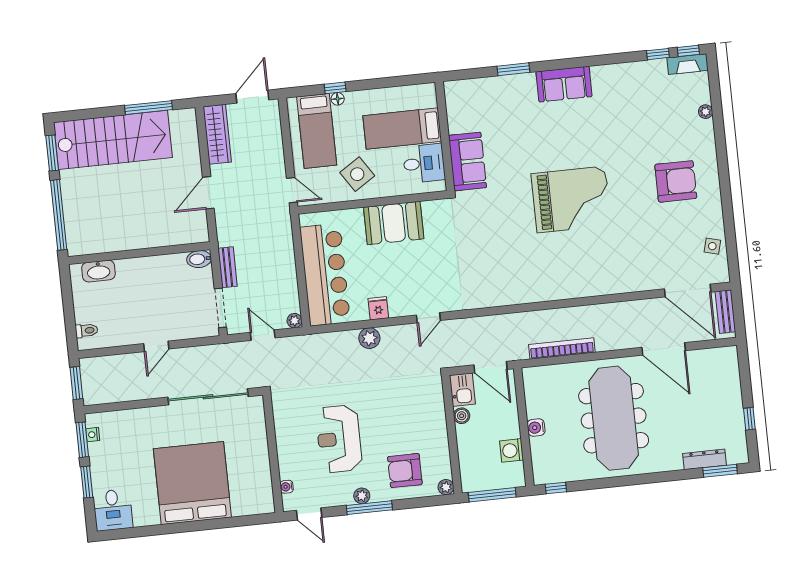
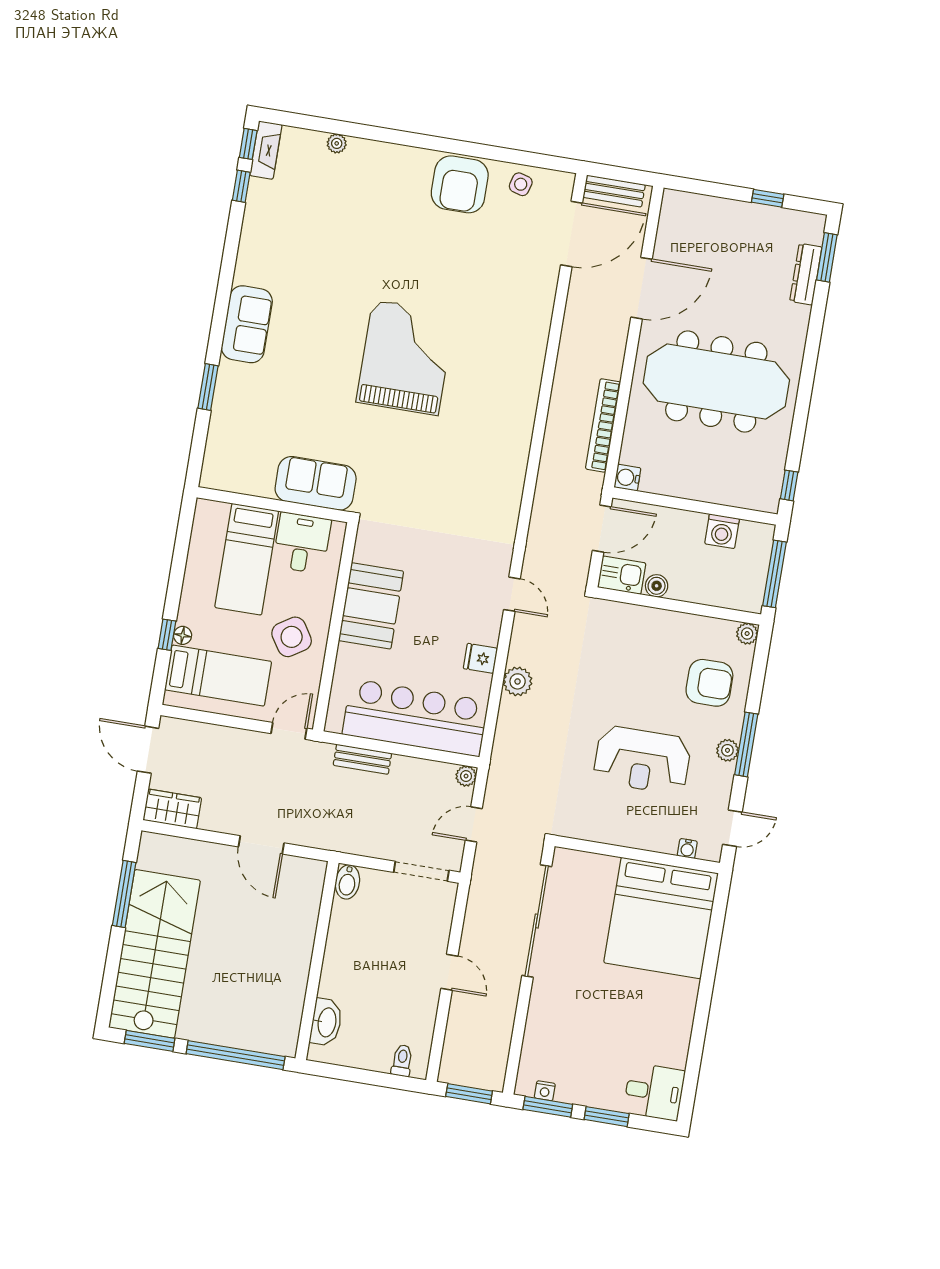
wardrobe: (217, 134) -> (172, 809), width x0.67
armchair: (676, 181) -> (460, 184), moved, turned 180
bench: (228, 267) -> (362, 759), moved
water cooler: (536, 428) -> (627, 478), moved, turned 90
armchair: (405, 471) -> (709, 683), turned -90
bed: (192, 483) -> (661, 918), moved, turned -90

